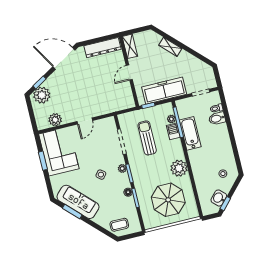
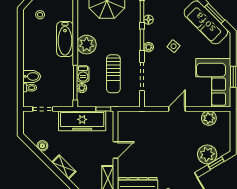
boiler: (193, 61) -> (42, 146), added
plant: (42, 95) -> (207, 154), moved
bathtub: (190, 133) -> (65, 39), moved
plant: (179, 168) -> (87, 45), moved

